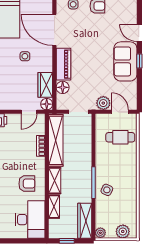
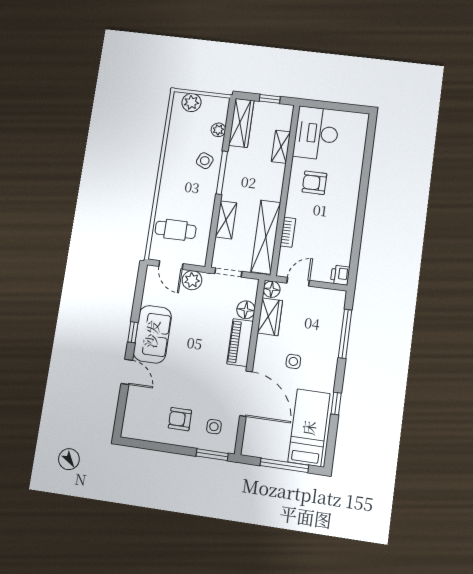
shelving: (55, 181) -> (226, 220), moved
plant: (100, 233) -> (218, 130), moved

